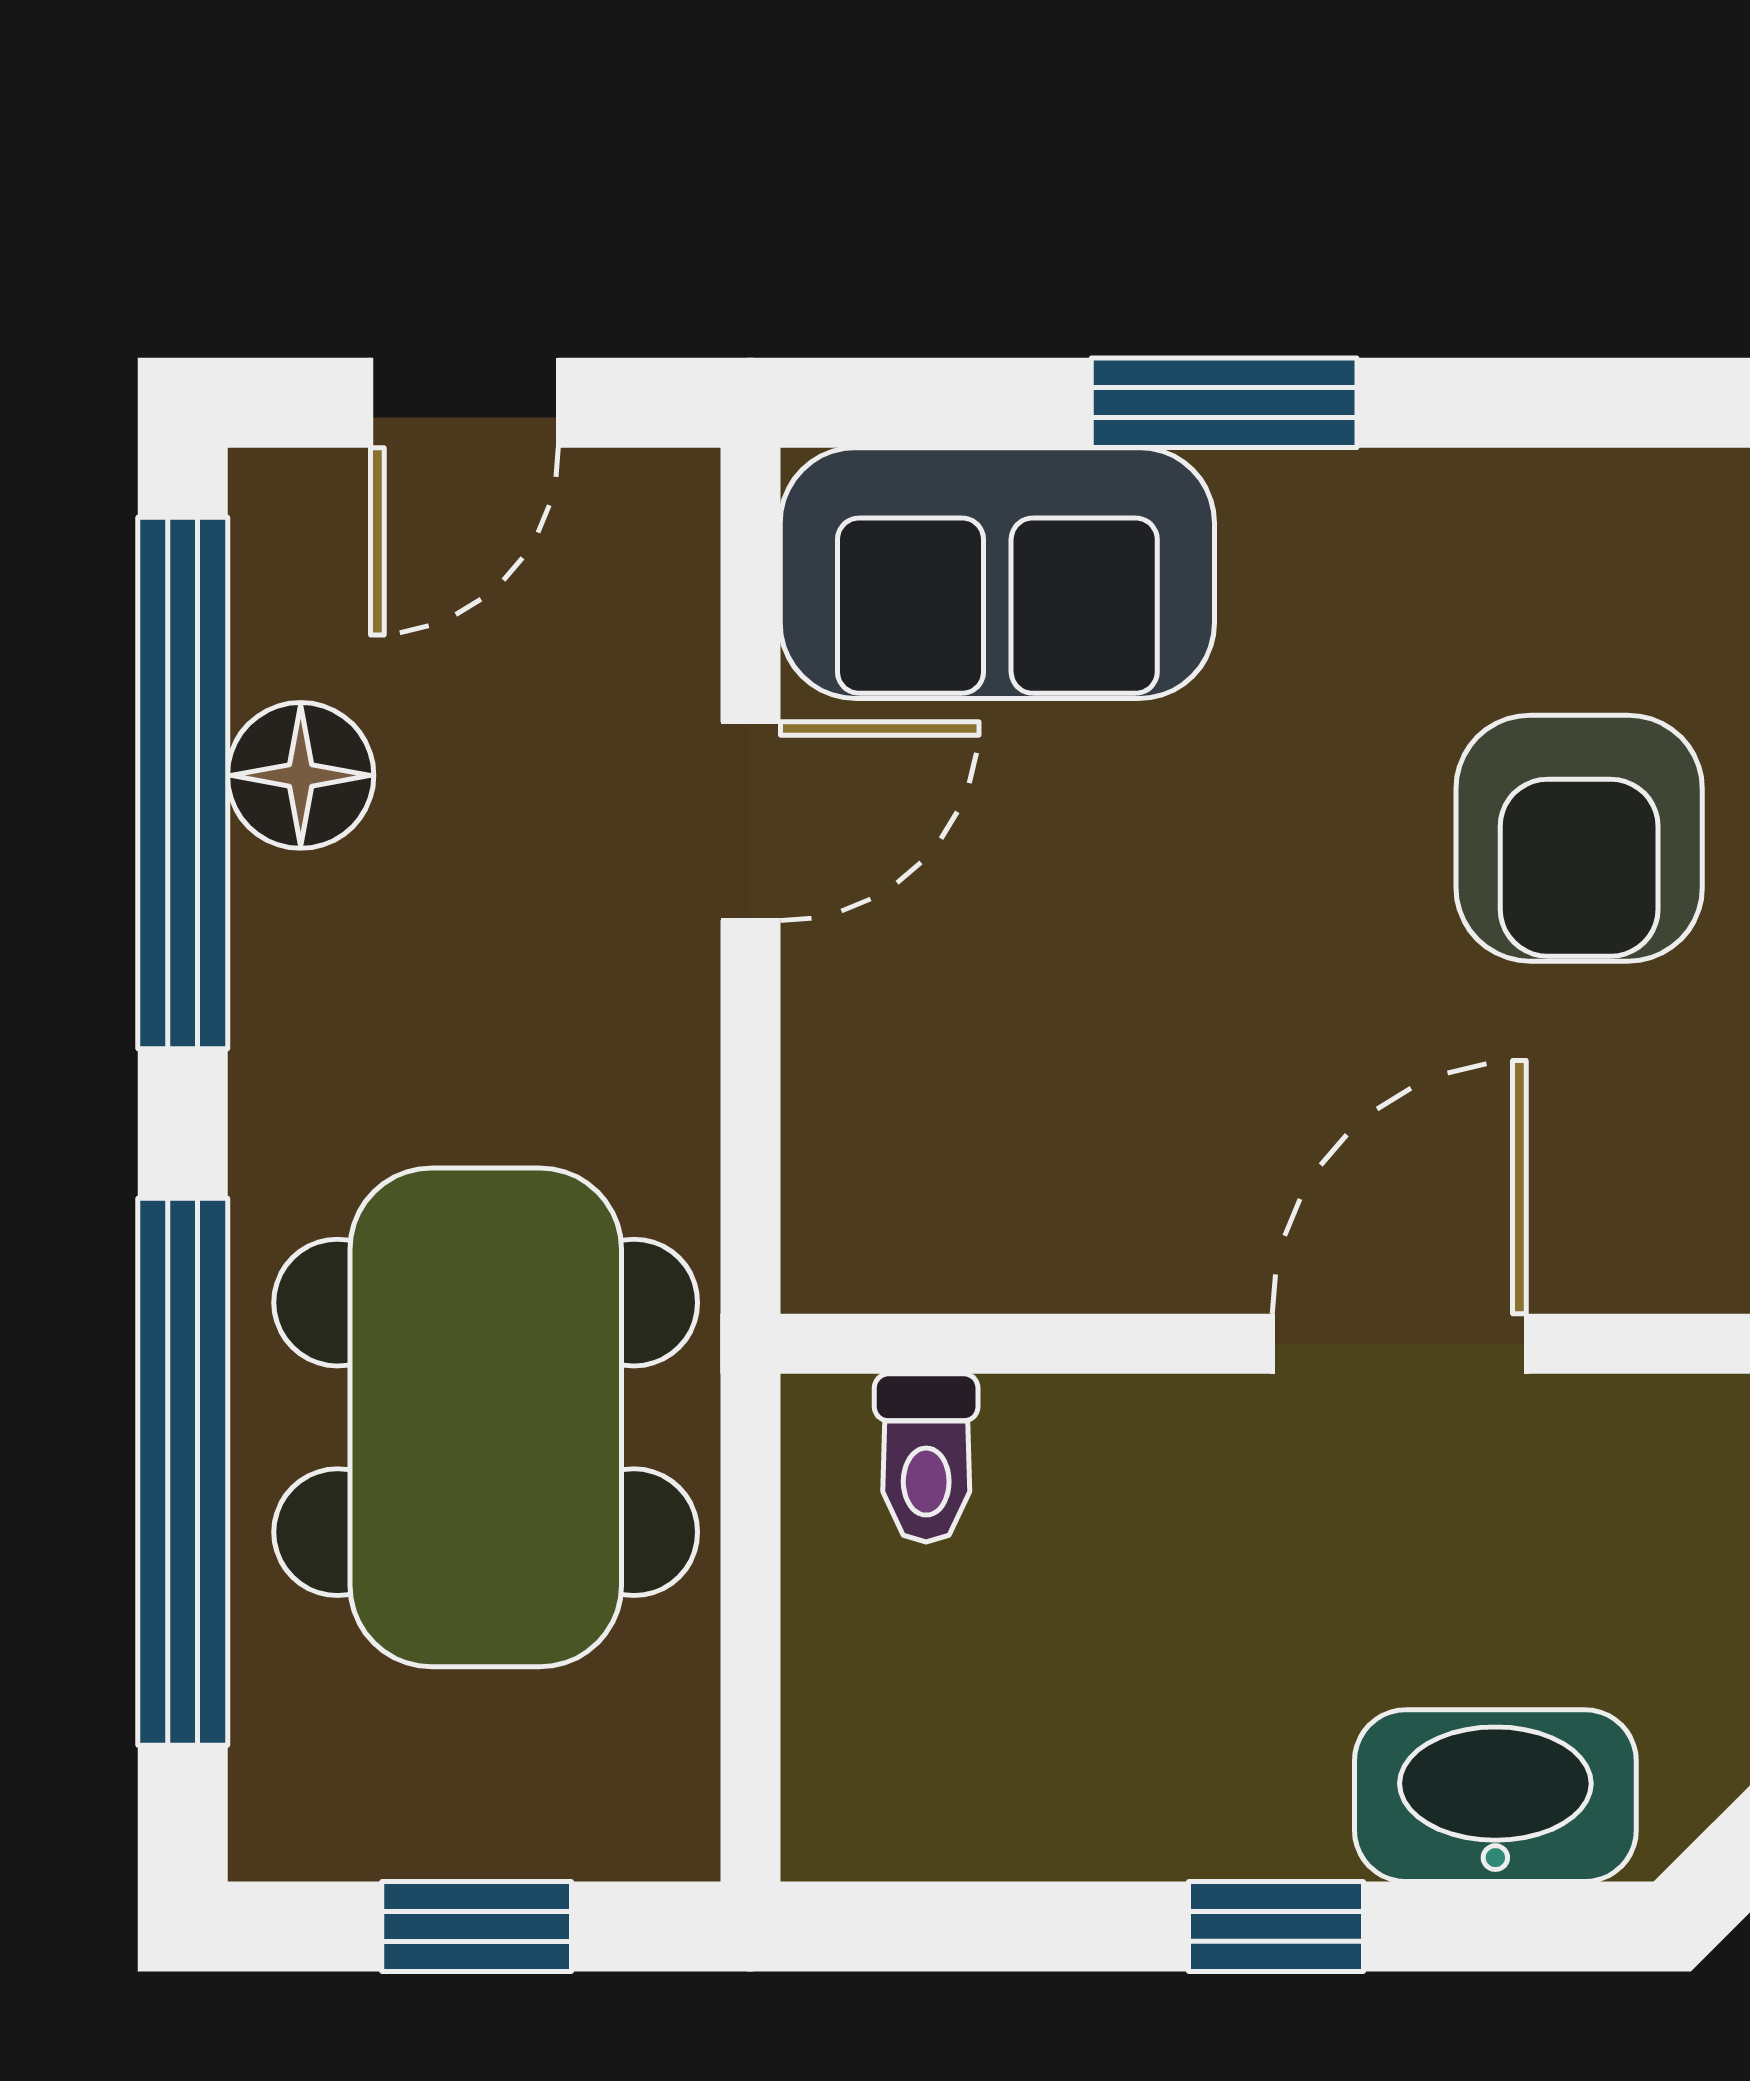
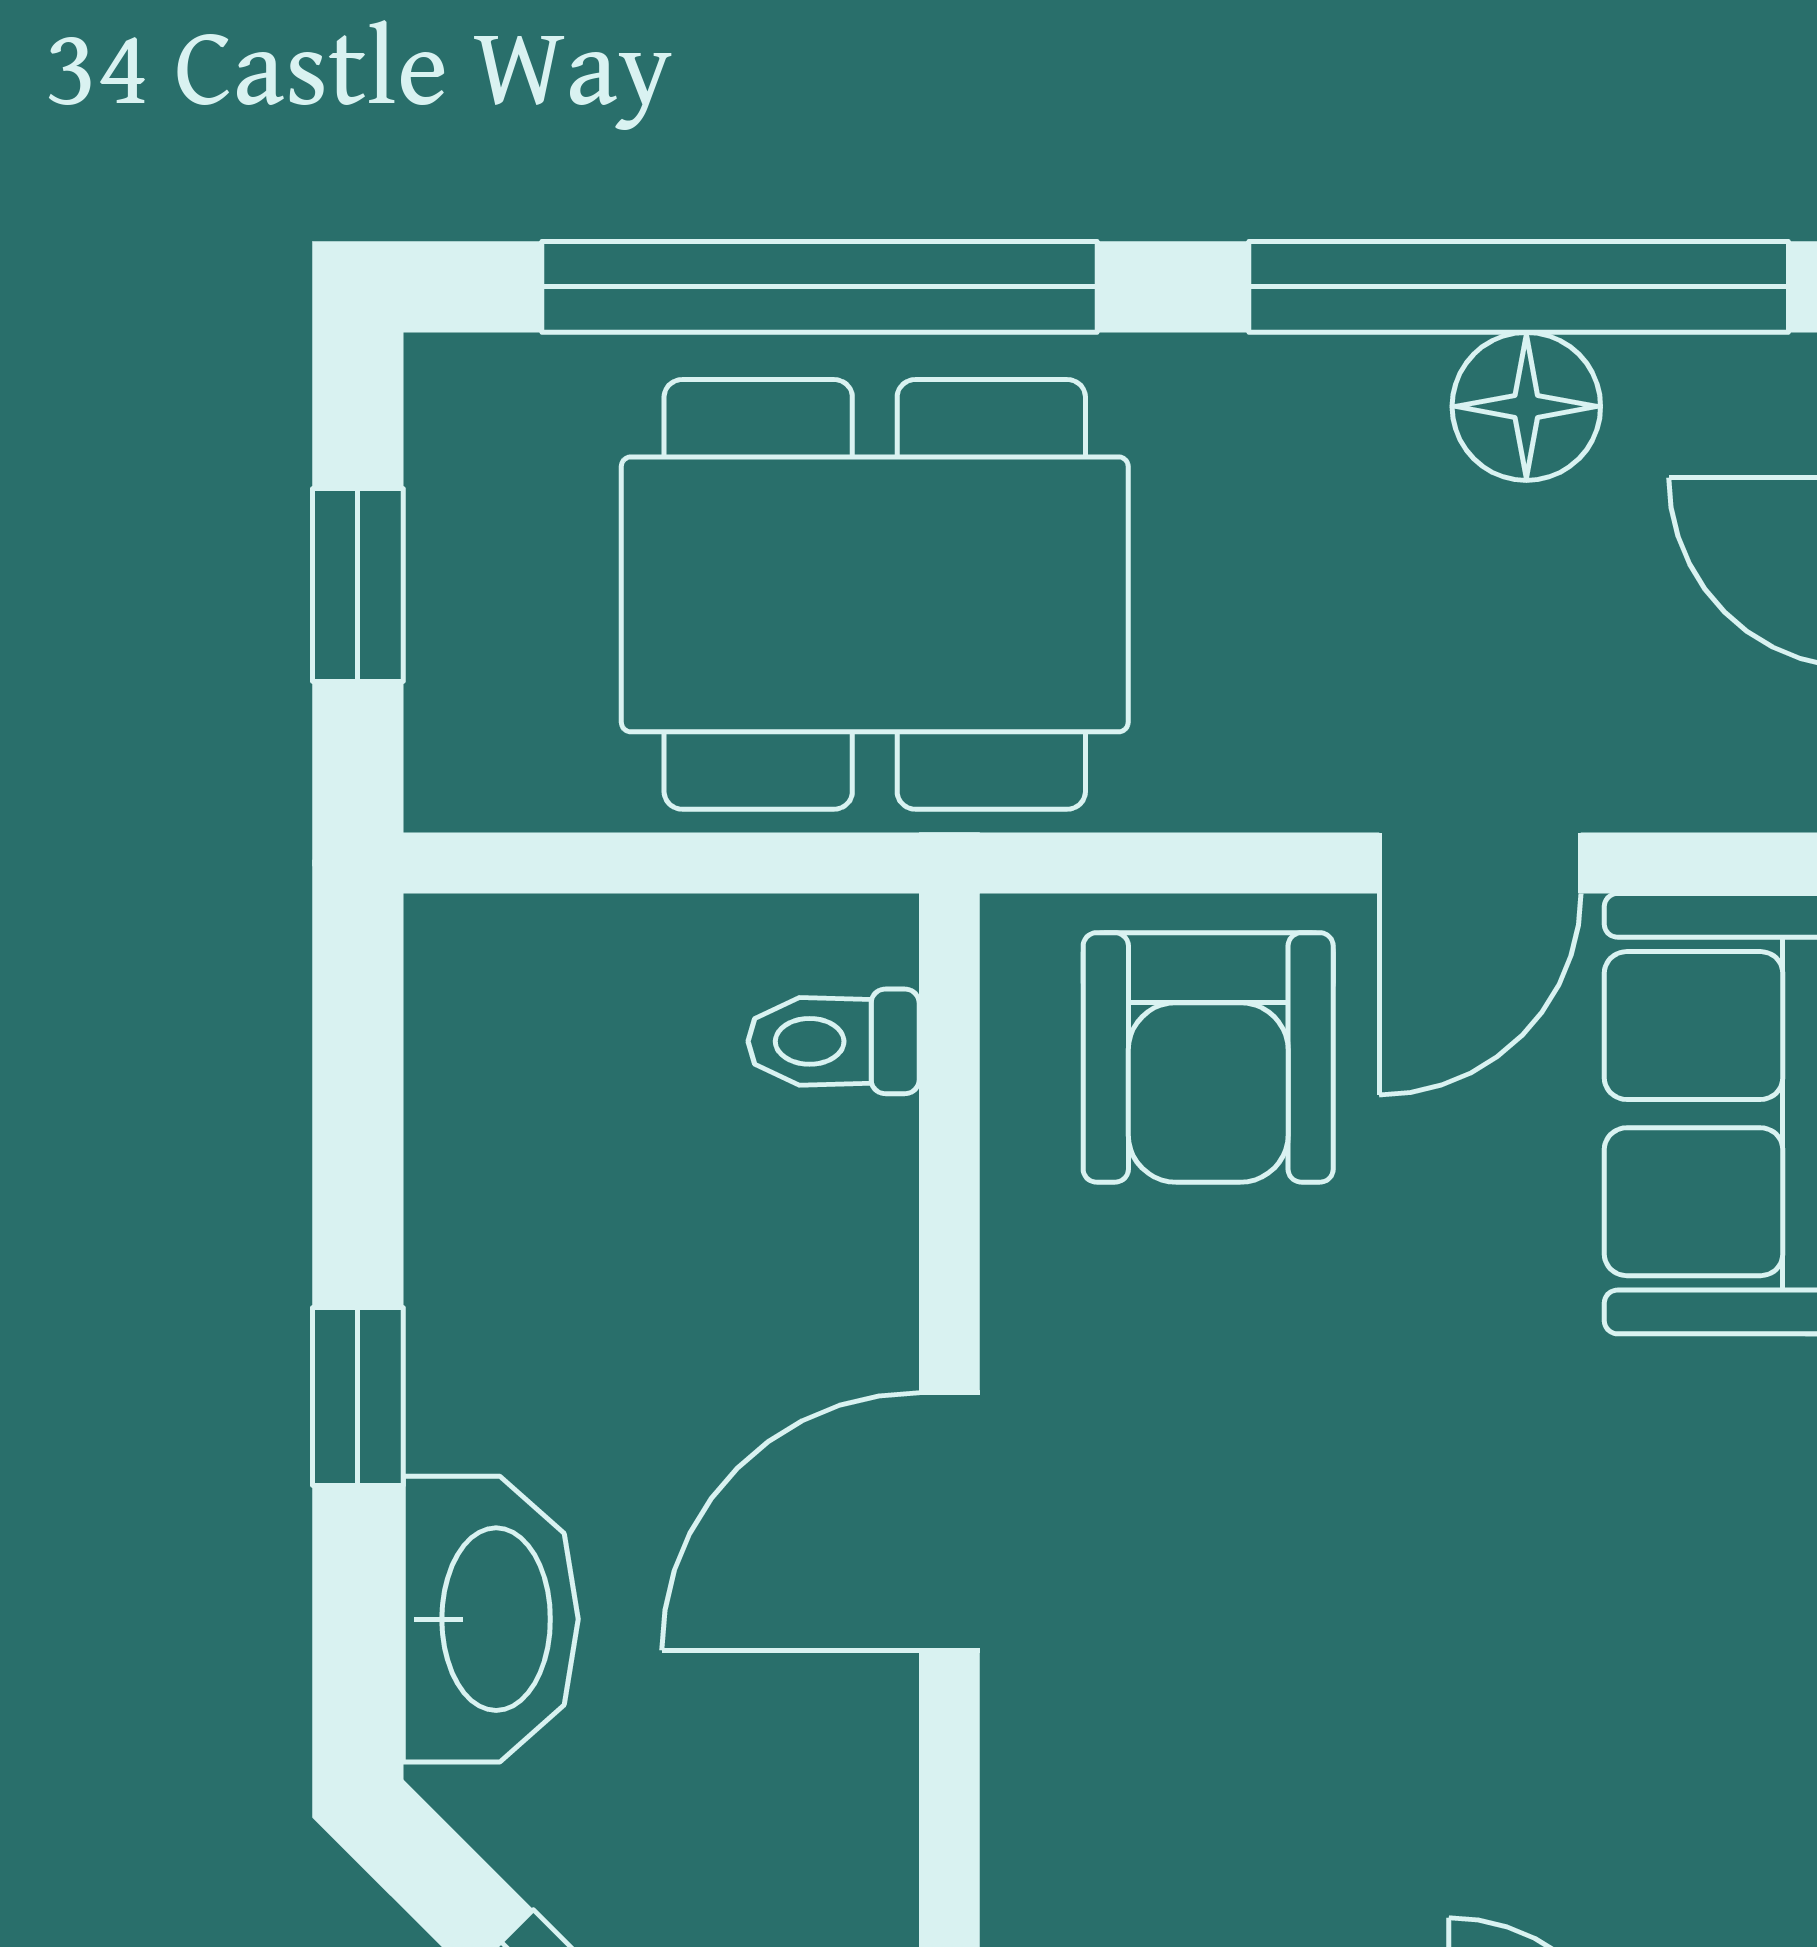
door: (750, 821) -> (1480, 863), hinge flipped
armchair: (1579, 838) -> (1208, 1057), moved, turned -90
door: (1399, 1344) -> (949, 1522), swing flipped

